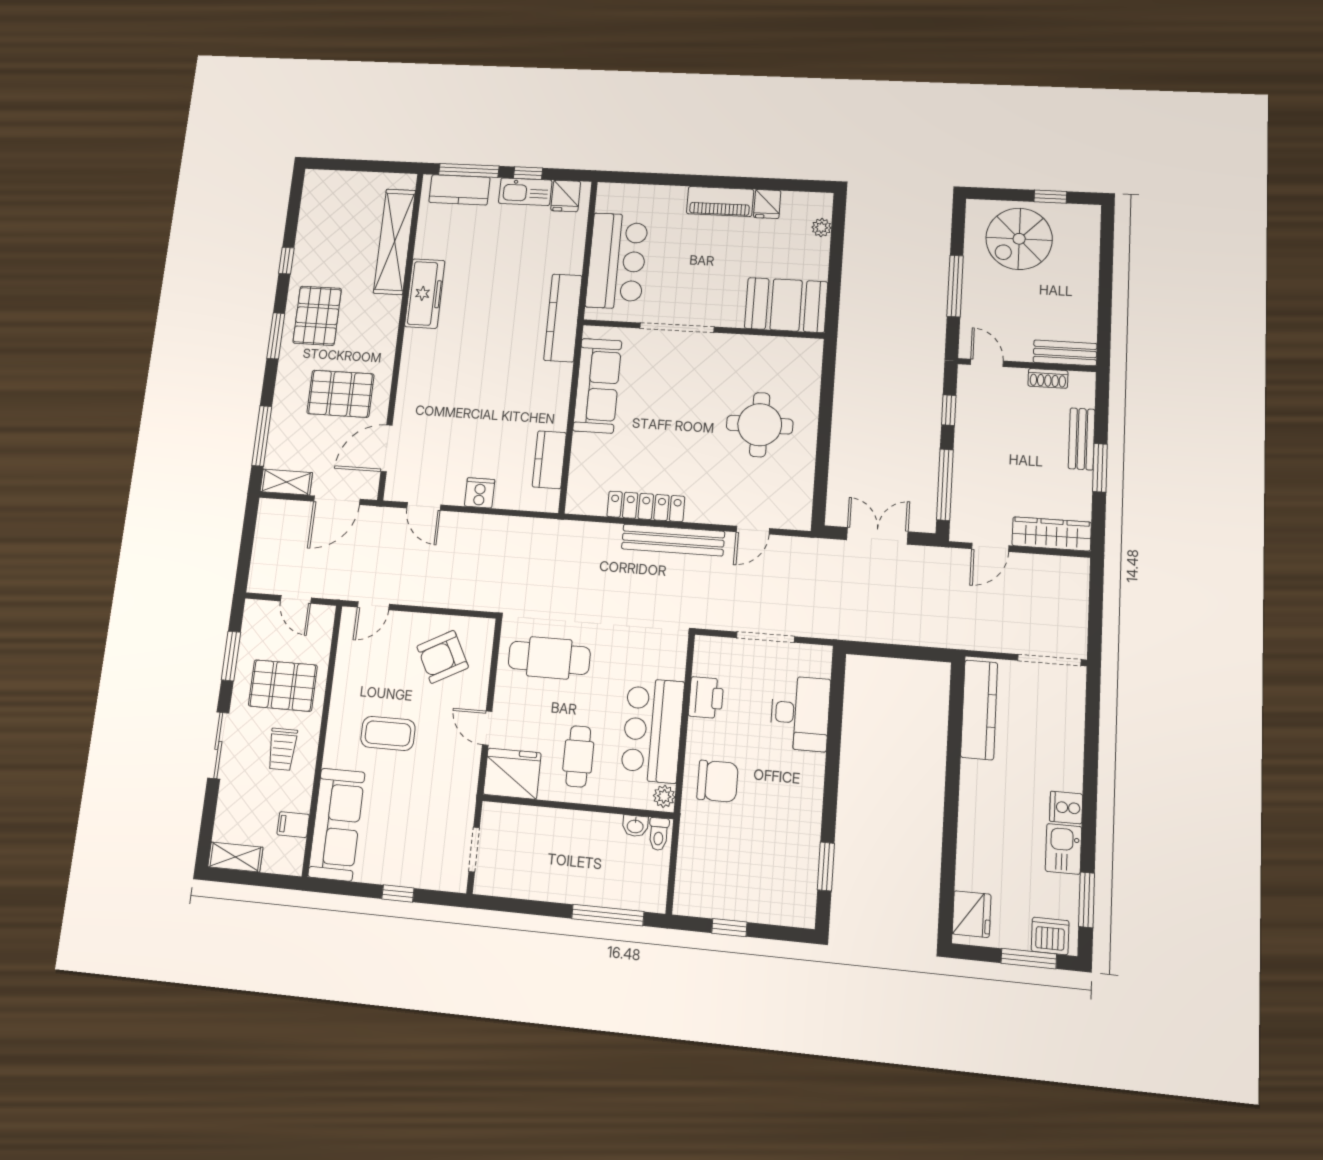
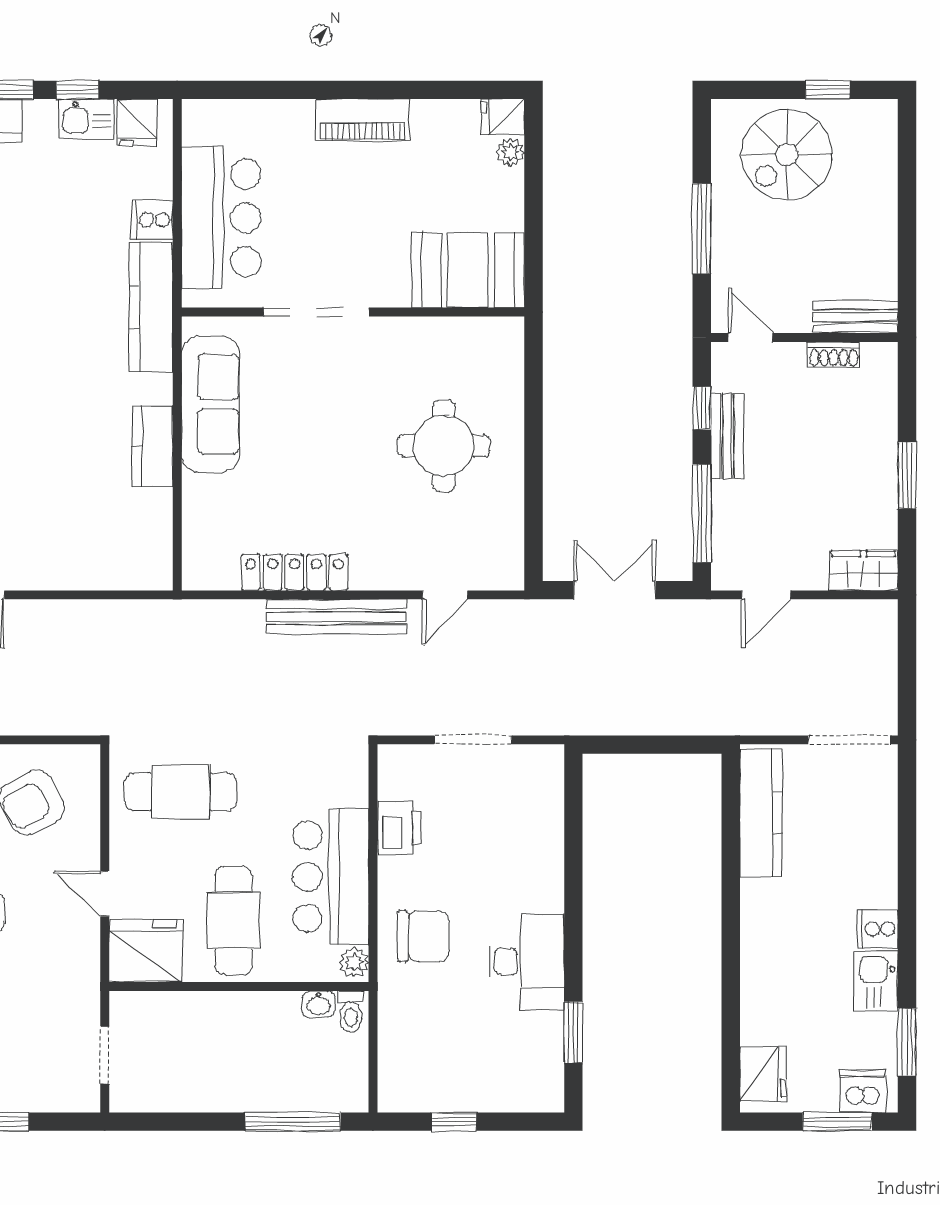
kitchen sink: (525, 192) -> (87, 119), width x0.73
fridge: (767, 204) -> (503, 117), moved, turned 90
bench: (1082, 439) -> (727, 436), moved
kitchen counter: (549, 460) -> (152, 446), moved
cooker: (480, 493) -> (152, 220), moved, turned -90
wardrobe: (1052, 534) -> (864, 571), width x0.67
desk: (800, 713) -> (526, 962), moved
cafe table: (578, 756) -> (233, 920), width x1.37, depth x1.35

